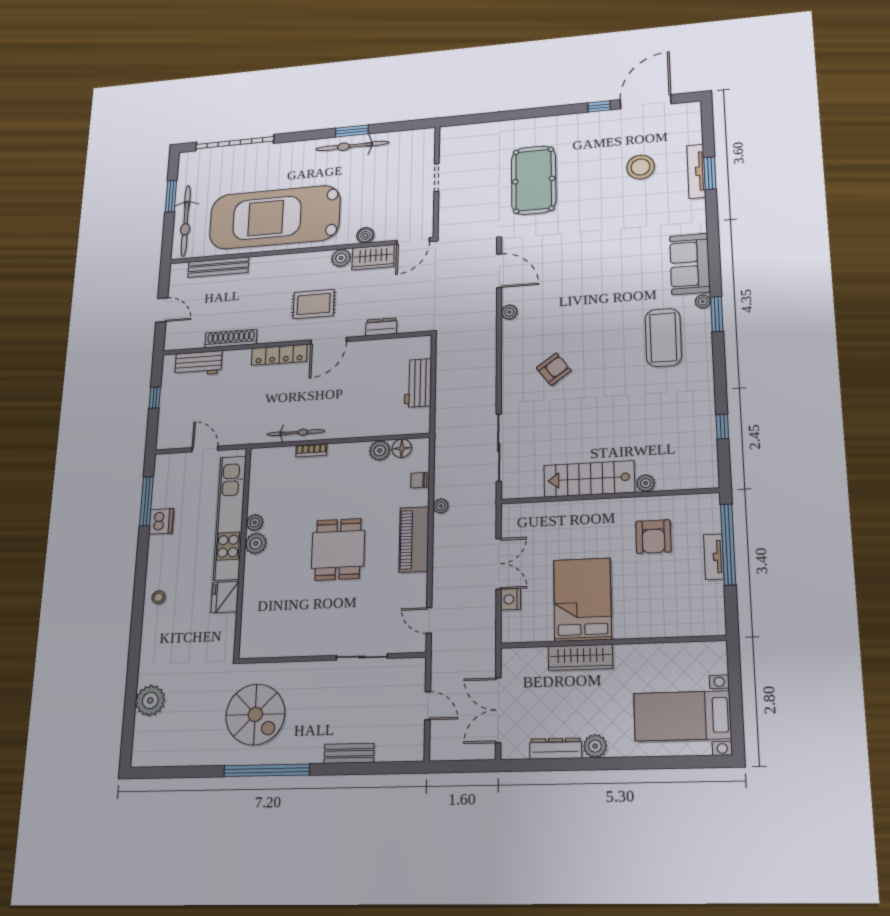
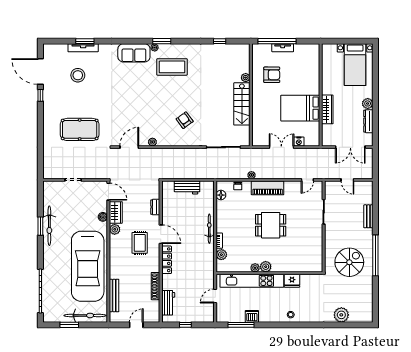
bicycle: (296, 433) -> (209, 229), moved
plant: (380, 451) -> (221, 255), moved
door: (428, 706) -> (347, 180), swing flipped

